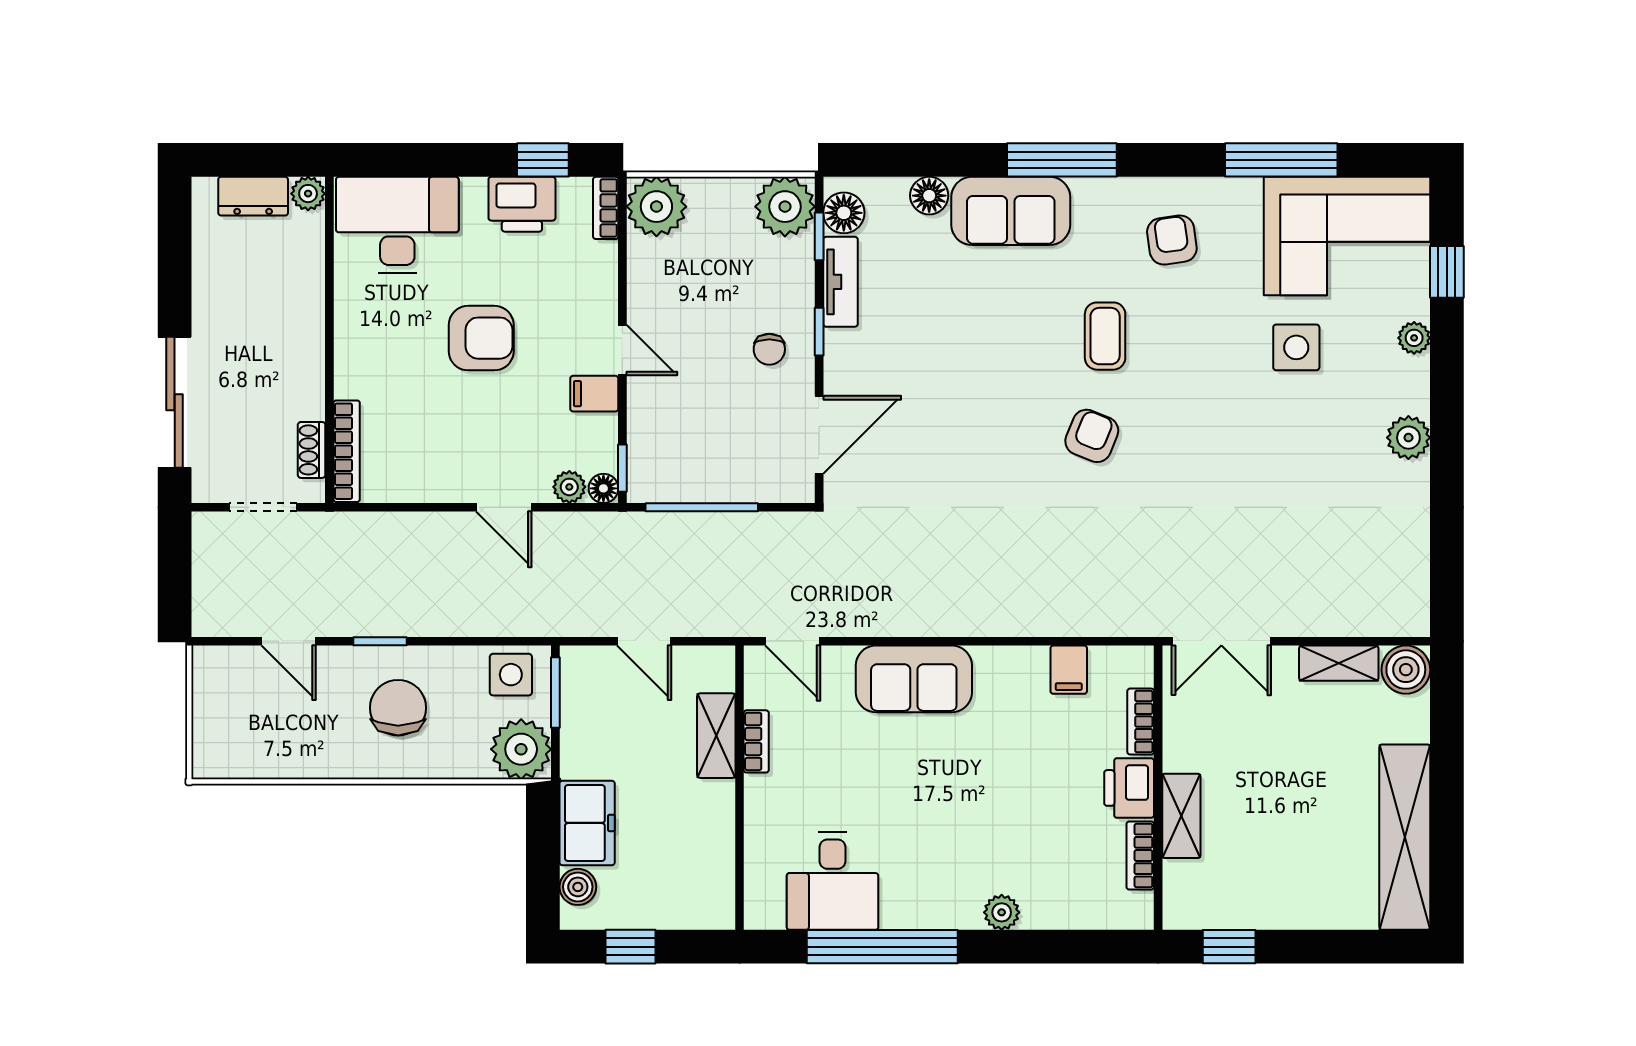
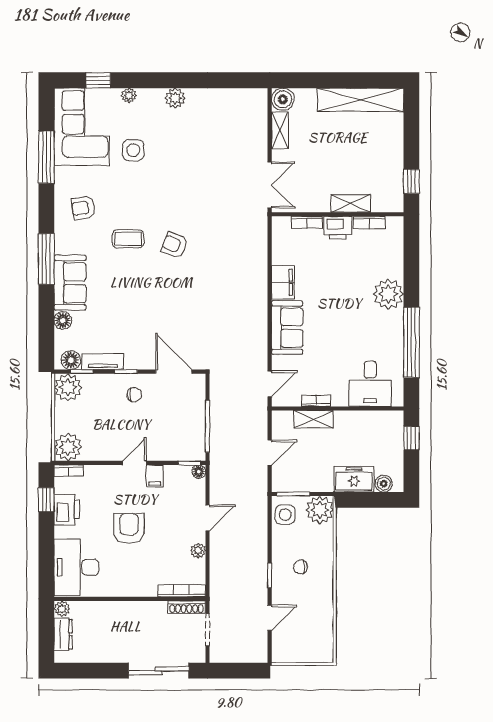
shoe rack: (312, 450) -> (186, 607), width x1.43
plant: (569, 487) -> (198, 551), moved
filing cabinet: (1069, 670) -> (283, 282), moved, width x2.00
chair: (398, 708) -> (301, 567), width x0.54, depth x0.54
desk: (833, 881) -> (370, 384), moved, turned 90
plant: (1002, 912) -> (388, 294), width x1.88, depth x1.88
window: (631, 947) -> (411, 438), moved

